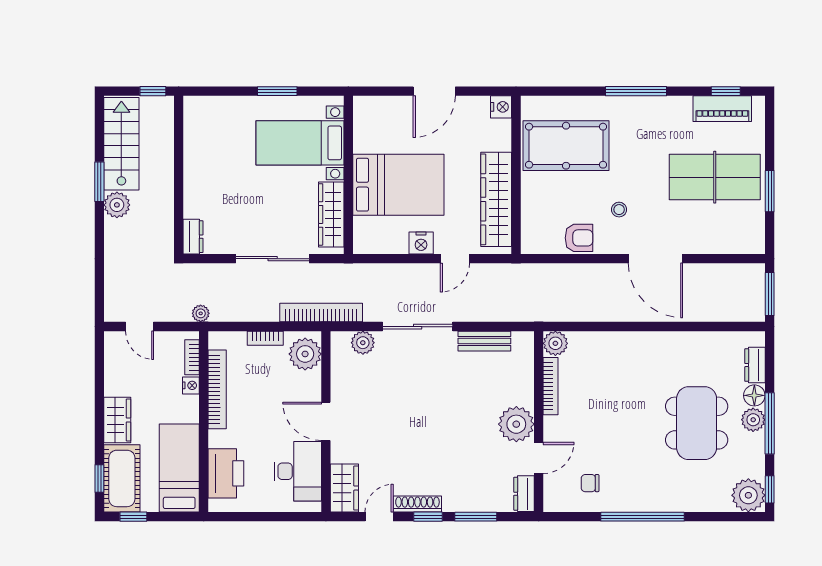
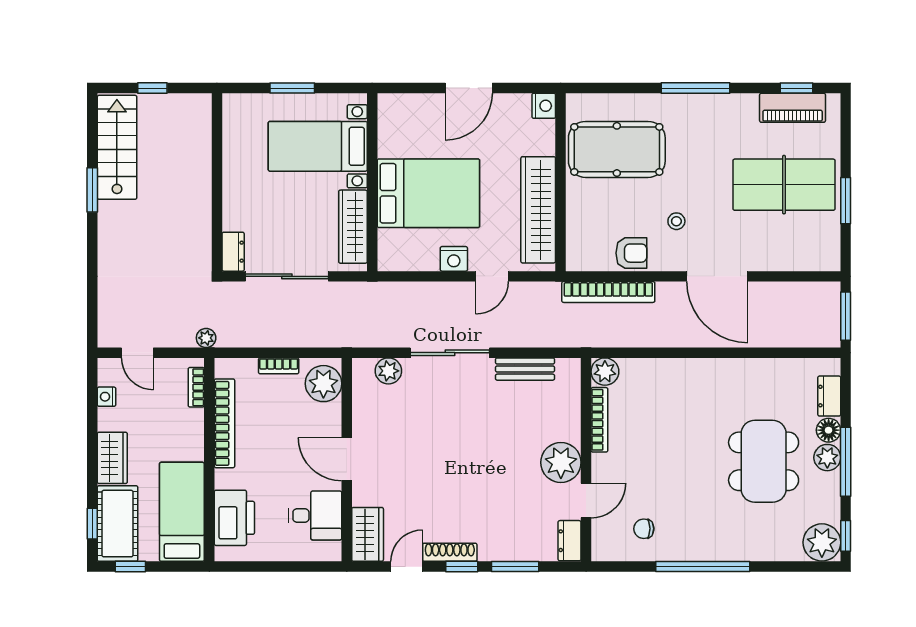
wall: (179, 175) -> (217, 182), moved
plant: (117, 205) -> (112, 216), removed
dresser: (193, 237) -> (233, 252), moved
bookcase: (321, 313) -> (608, 292), moved, turned 180
nightstand: (191, 385) -> (106, 397), moved, turned 180
desk: (298, 471) -> (315, 515), width x0.73

